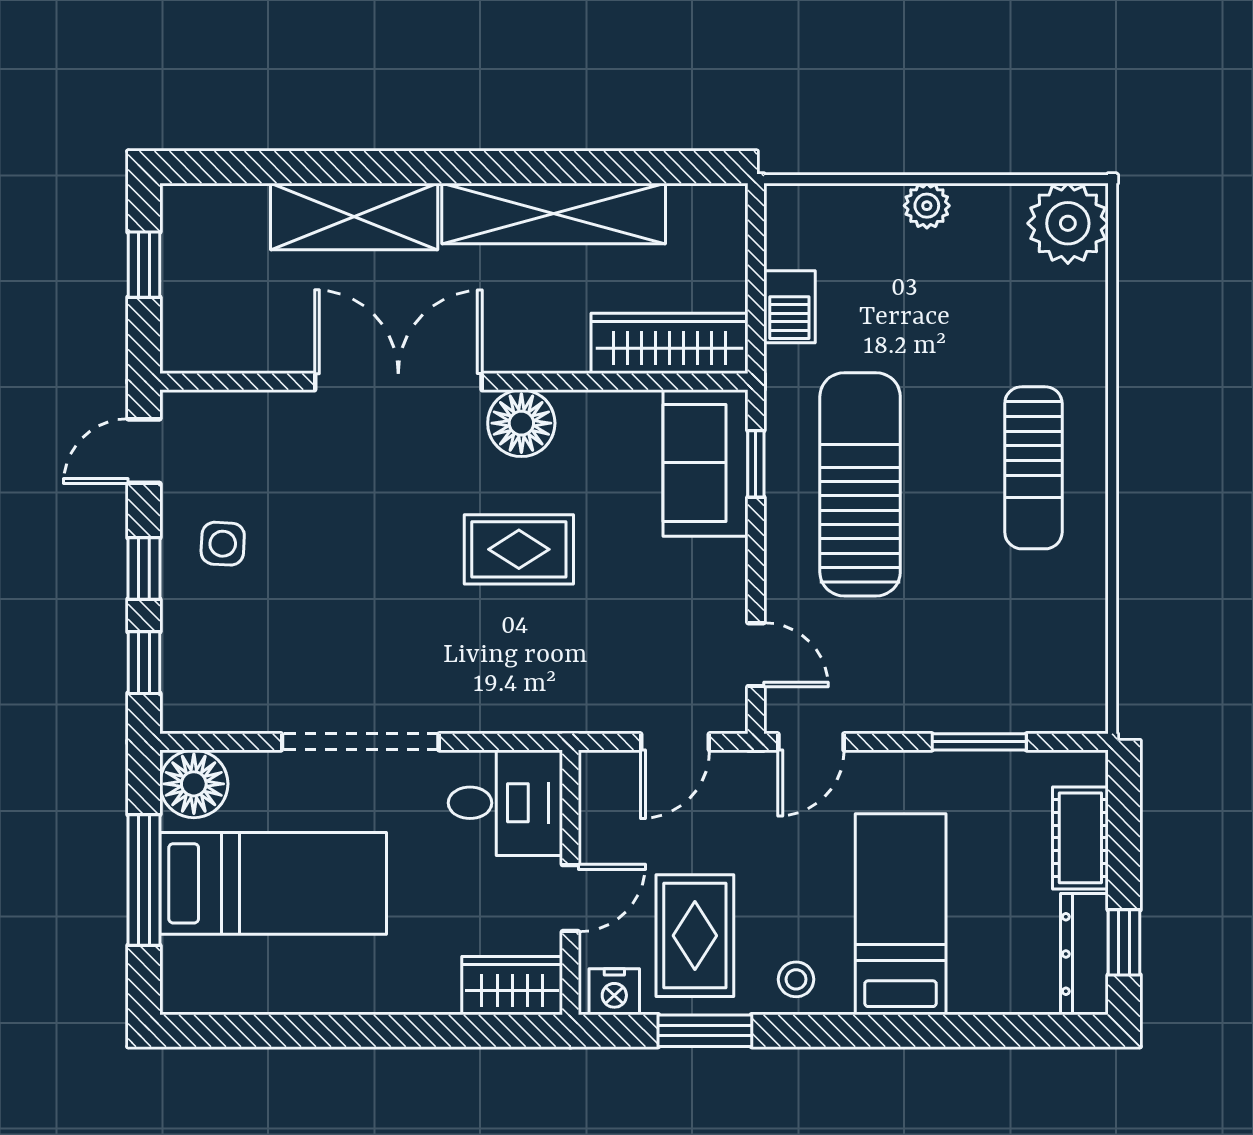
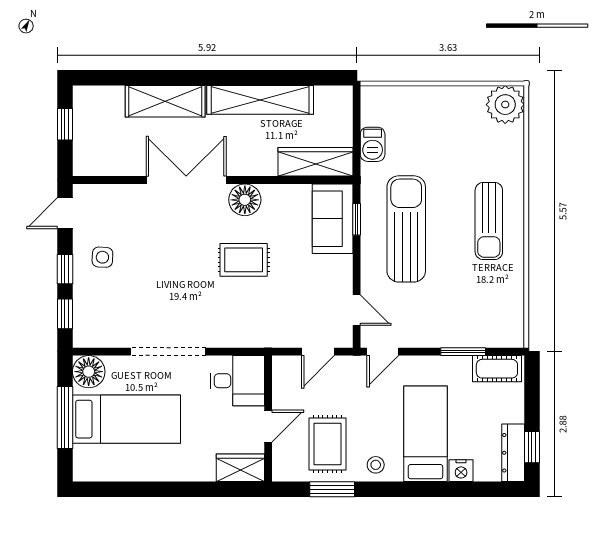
plant: (927, 206) -> (438, 96), removed
cot: (1080, 838) -> (497, 369), moved, turned 90
nightstand: (614, 992) -> (461, 471), moved

